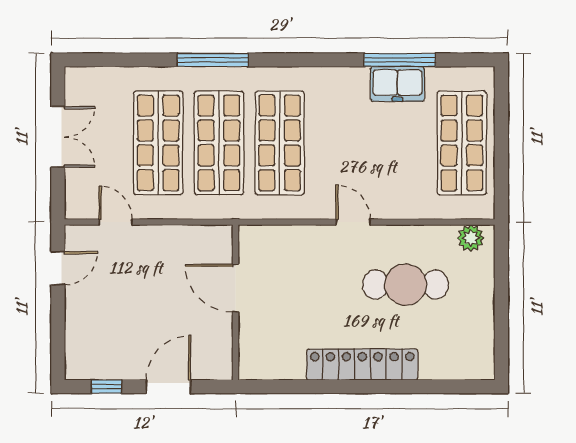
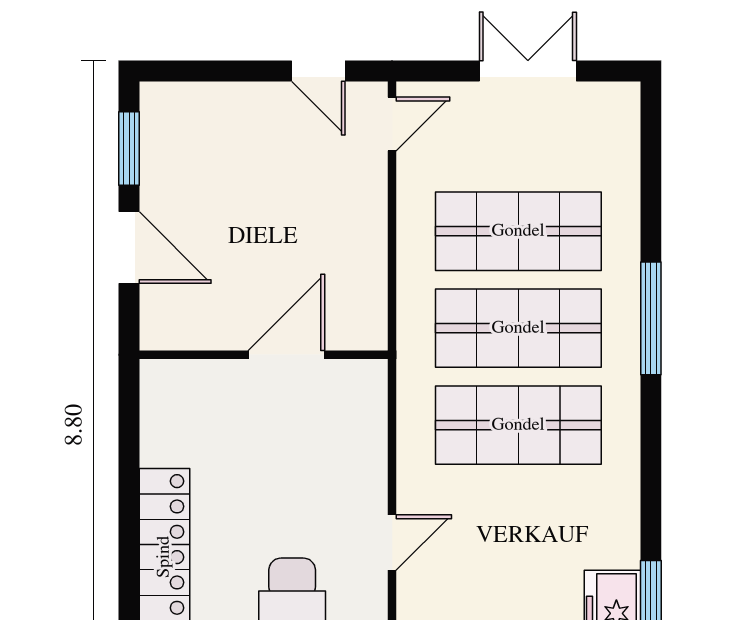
double door: (58, 137) -> (528, 71), swing flipped
door: (116, 222) -> (392, 124), moved
window: (106, 387) -> (129, 148), width x1.50

